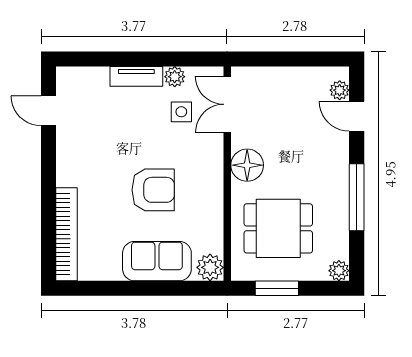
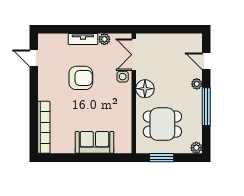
plant: (340, 90) -> (197, 84), moved
side table: (181, 112) -> (123, 77), moved
armchair: (153, 190) -> (81, 78), moved
plant: (210, 267) -> (124, 146), removed

